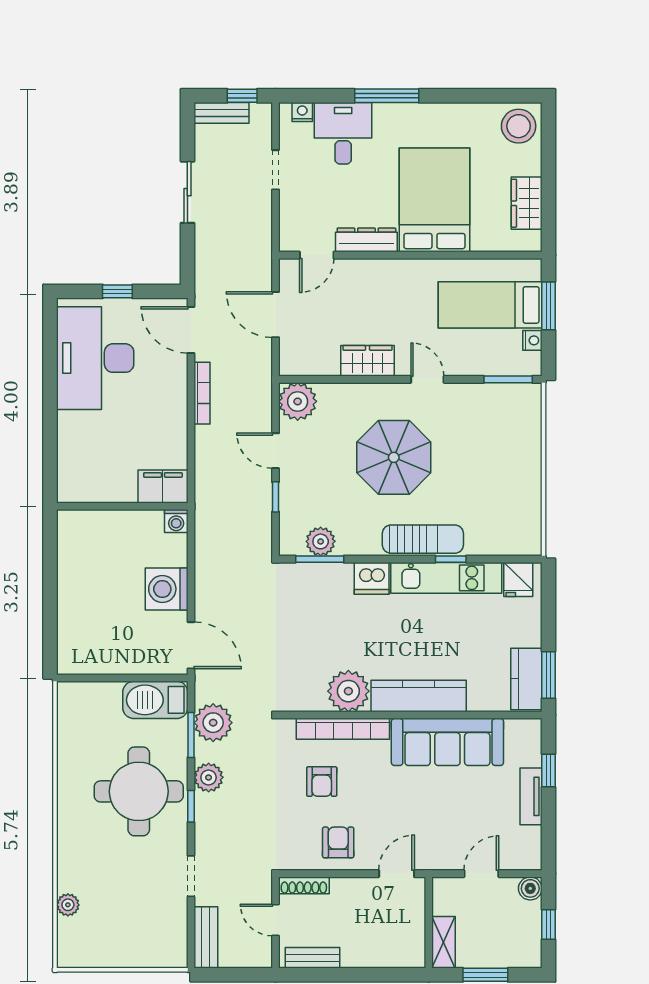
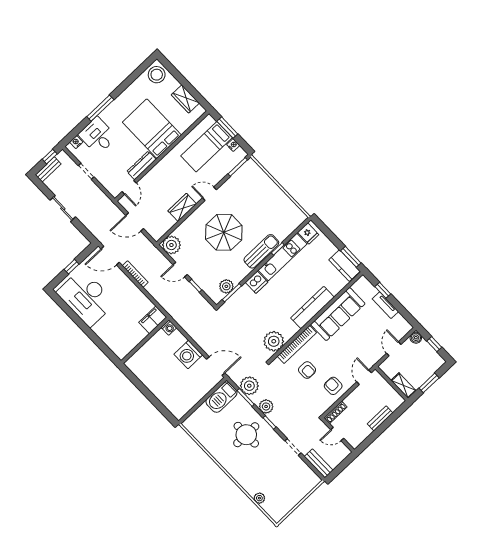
plant: (348, 691) -> (274, 341), moved
round table: (139, 791) -> (246, 435), width x0.73, depth x0.73
bench: (313, 958) -> (380, 418), moved

